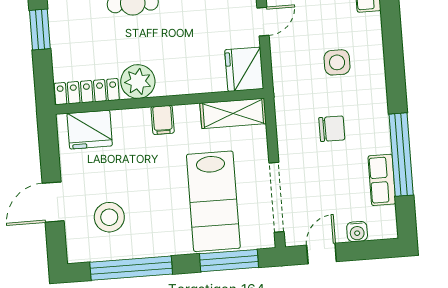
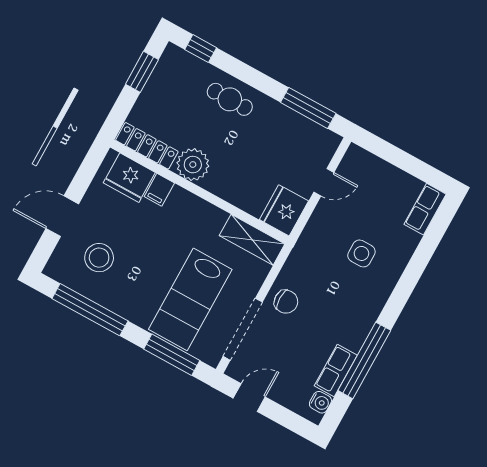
filing cabinet: (163, 120) -> (159, 190), moved
chair: (332, 129) -> (286, 302), moved
water cooler: (357, 232) -> (320, 402), moved, turned -90

